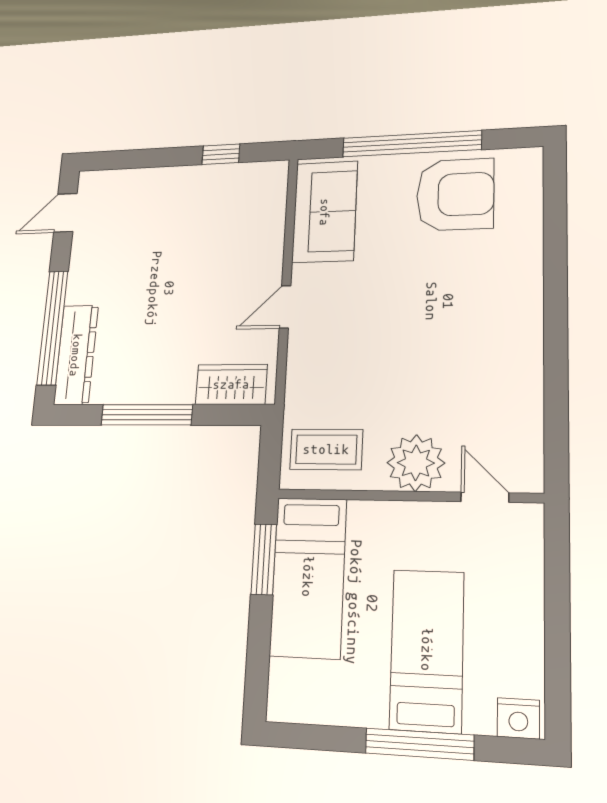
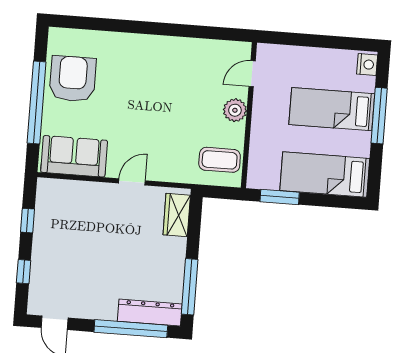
window: (143, 159) -> (24, 272), added
door: (285, 307) -> (132, 182), swing flipped
window: (147, 415) -> (190, 287), moved
coffee table: (326, 449) -> (220, 160), turned 90
plant: (416, 463) -> (235, 110), width x0.73, depth x0.73
bed: (308, 577) -> (325, 174), moved, turned 180

